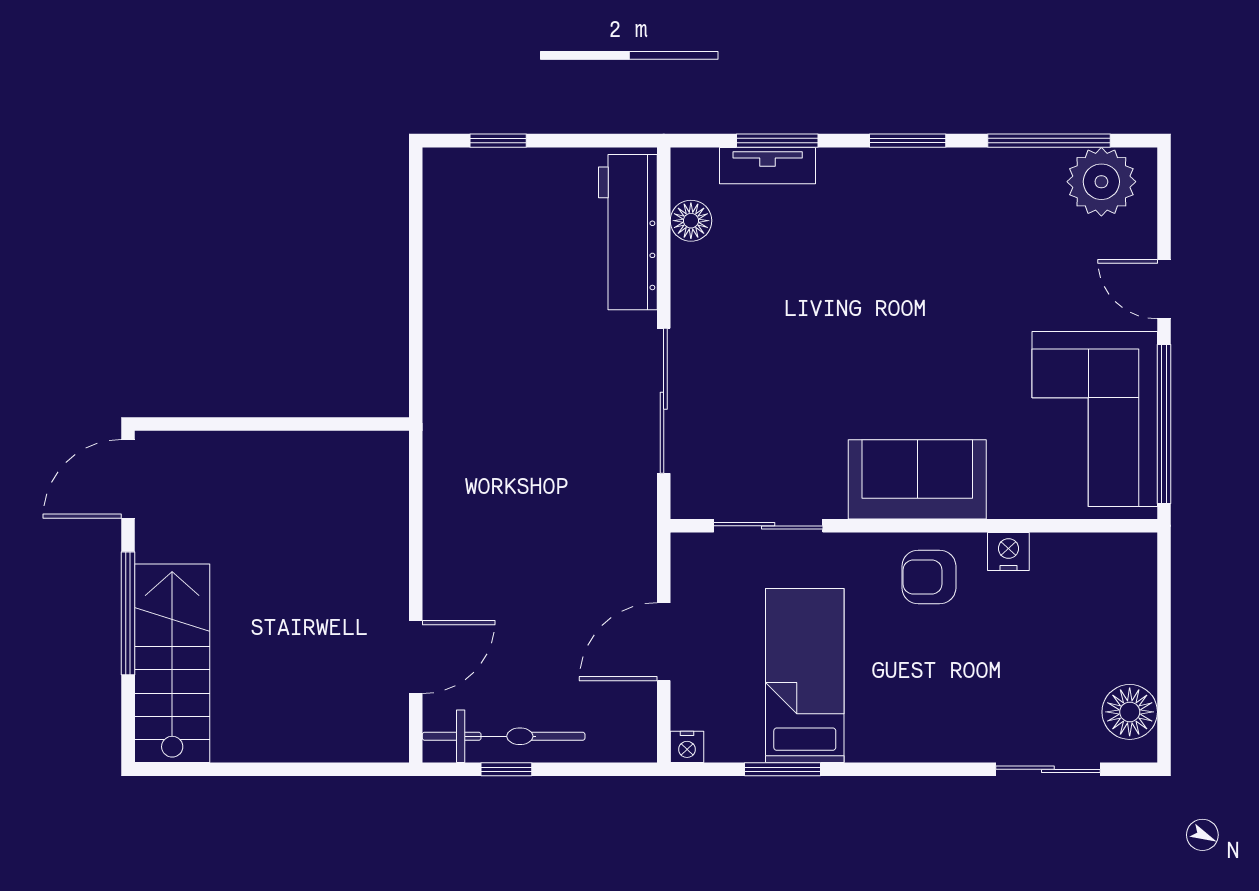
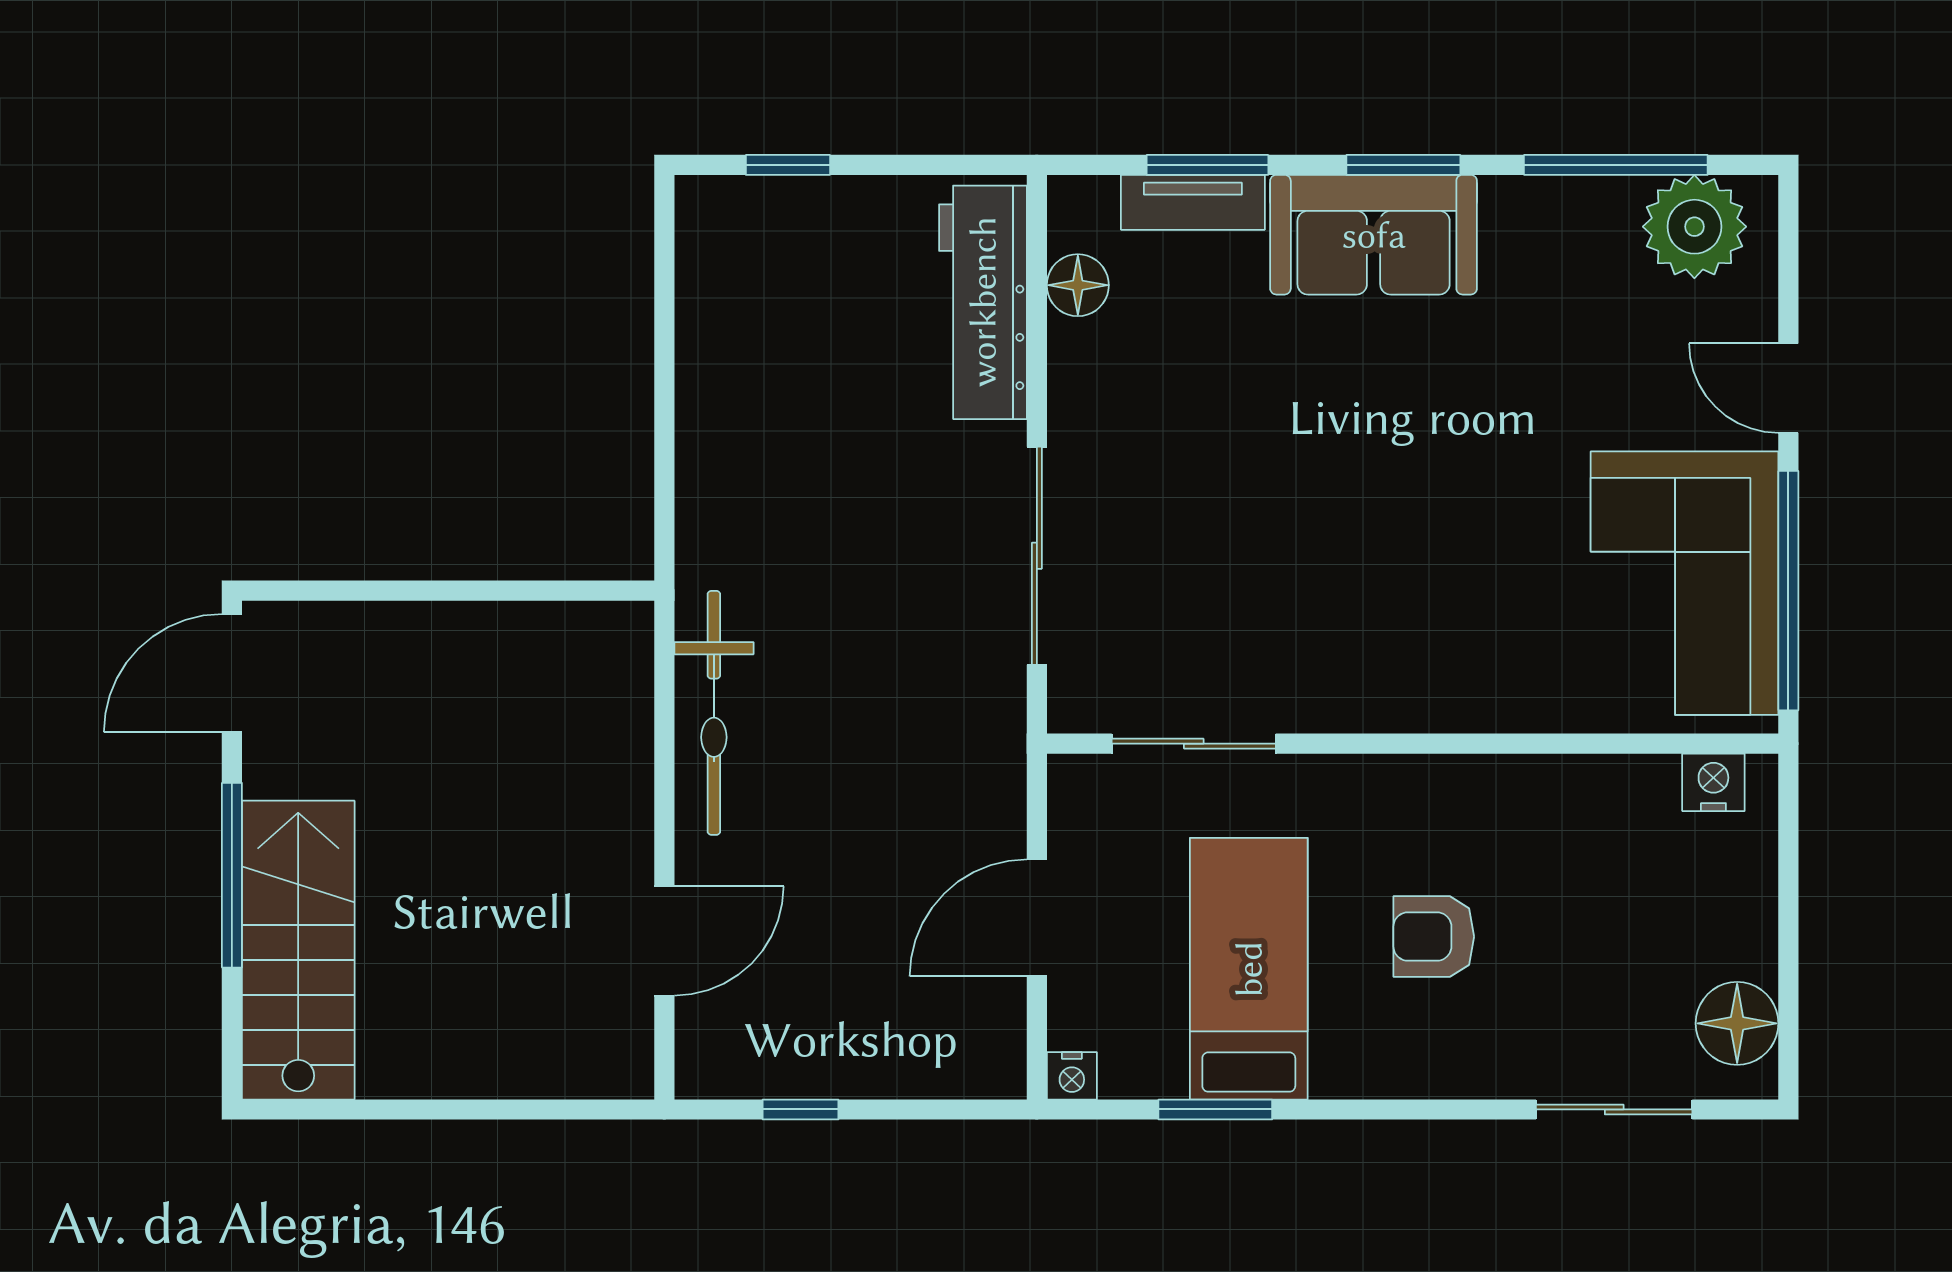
sofa: (917, 479) -> (1374, 235), moved, turned 180
nightstand: (1008, 552) -> (1713, 782), moved
armchair: (929, 577) -> (1434, 937), moved
bicycle: (504, 736) -> (714, 713), moved, turned 90

